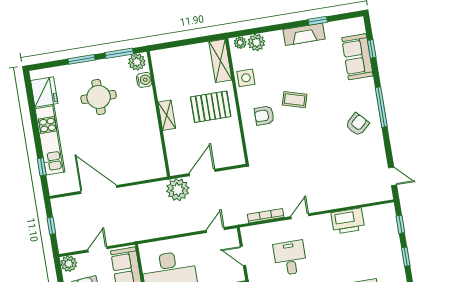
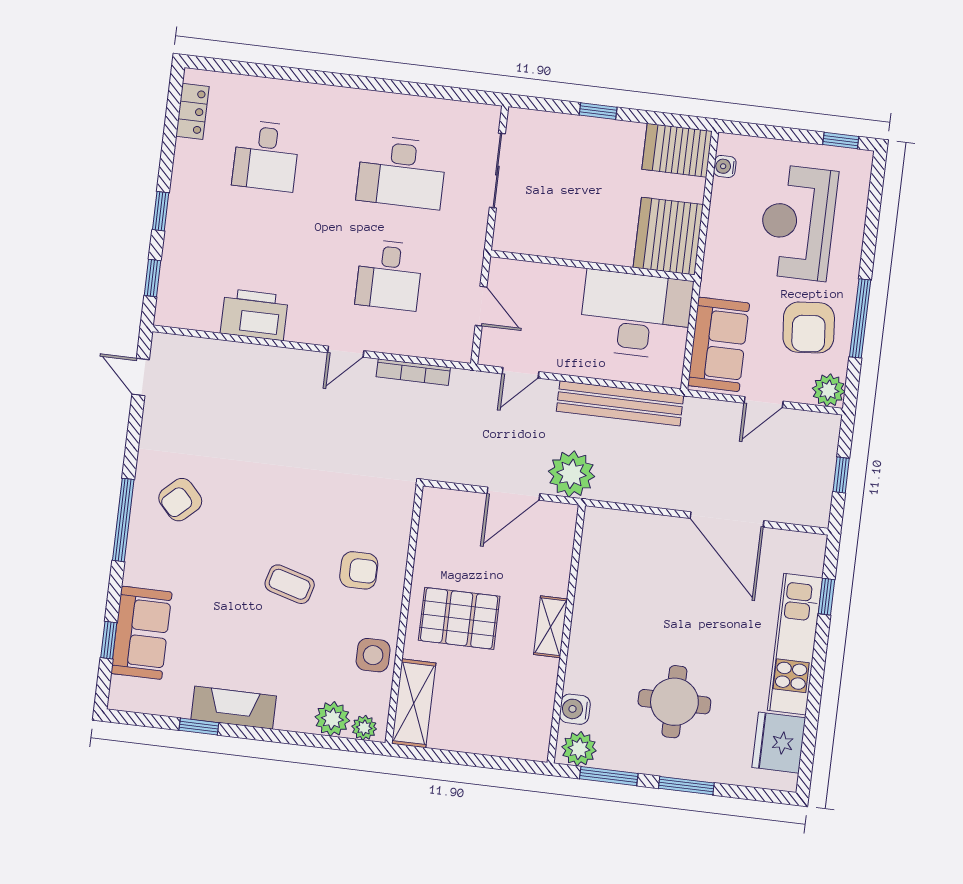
bench: (165, 229) -> (620, 403), added

